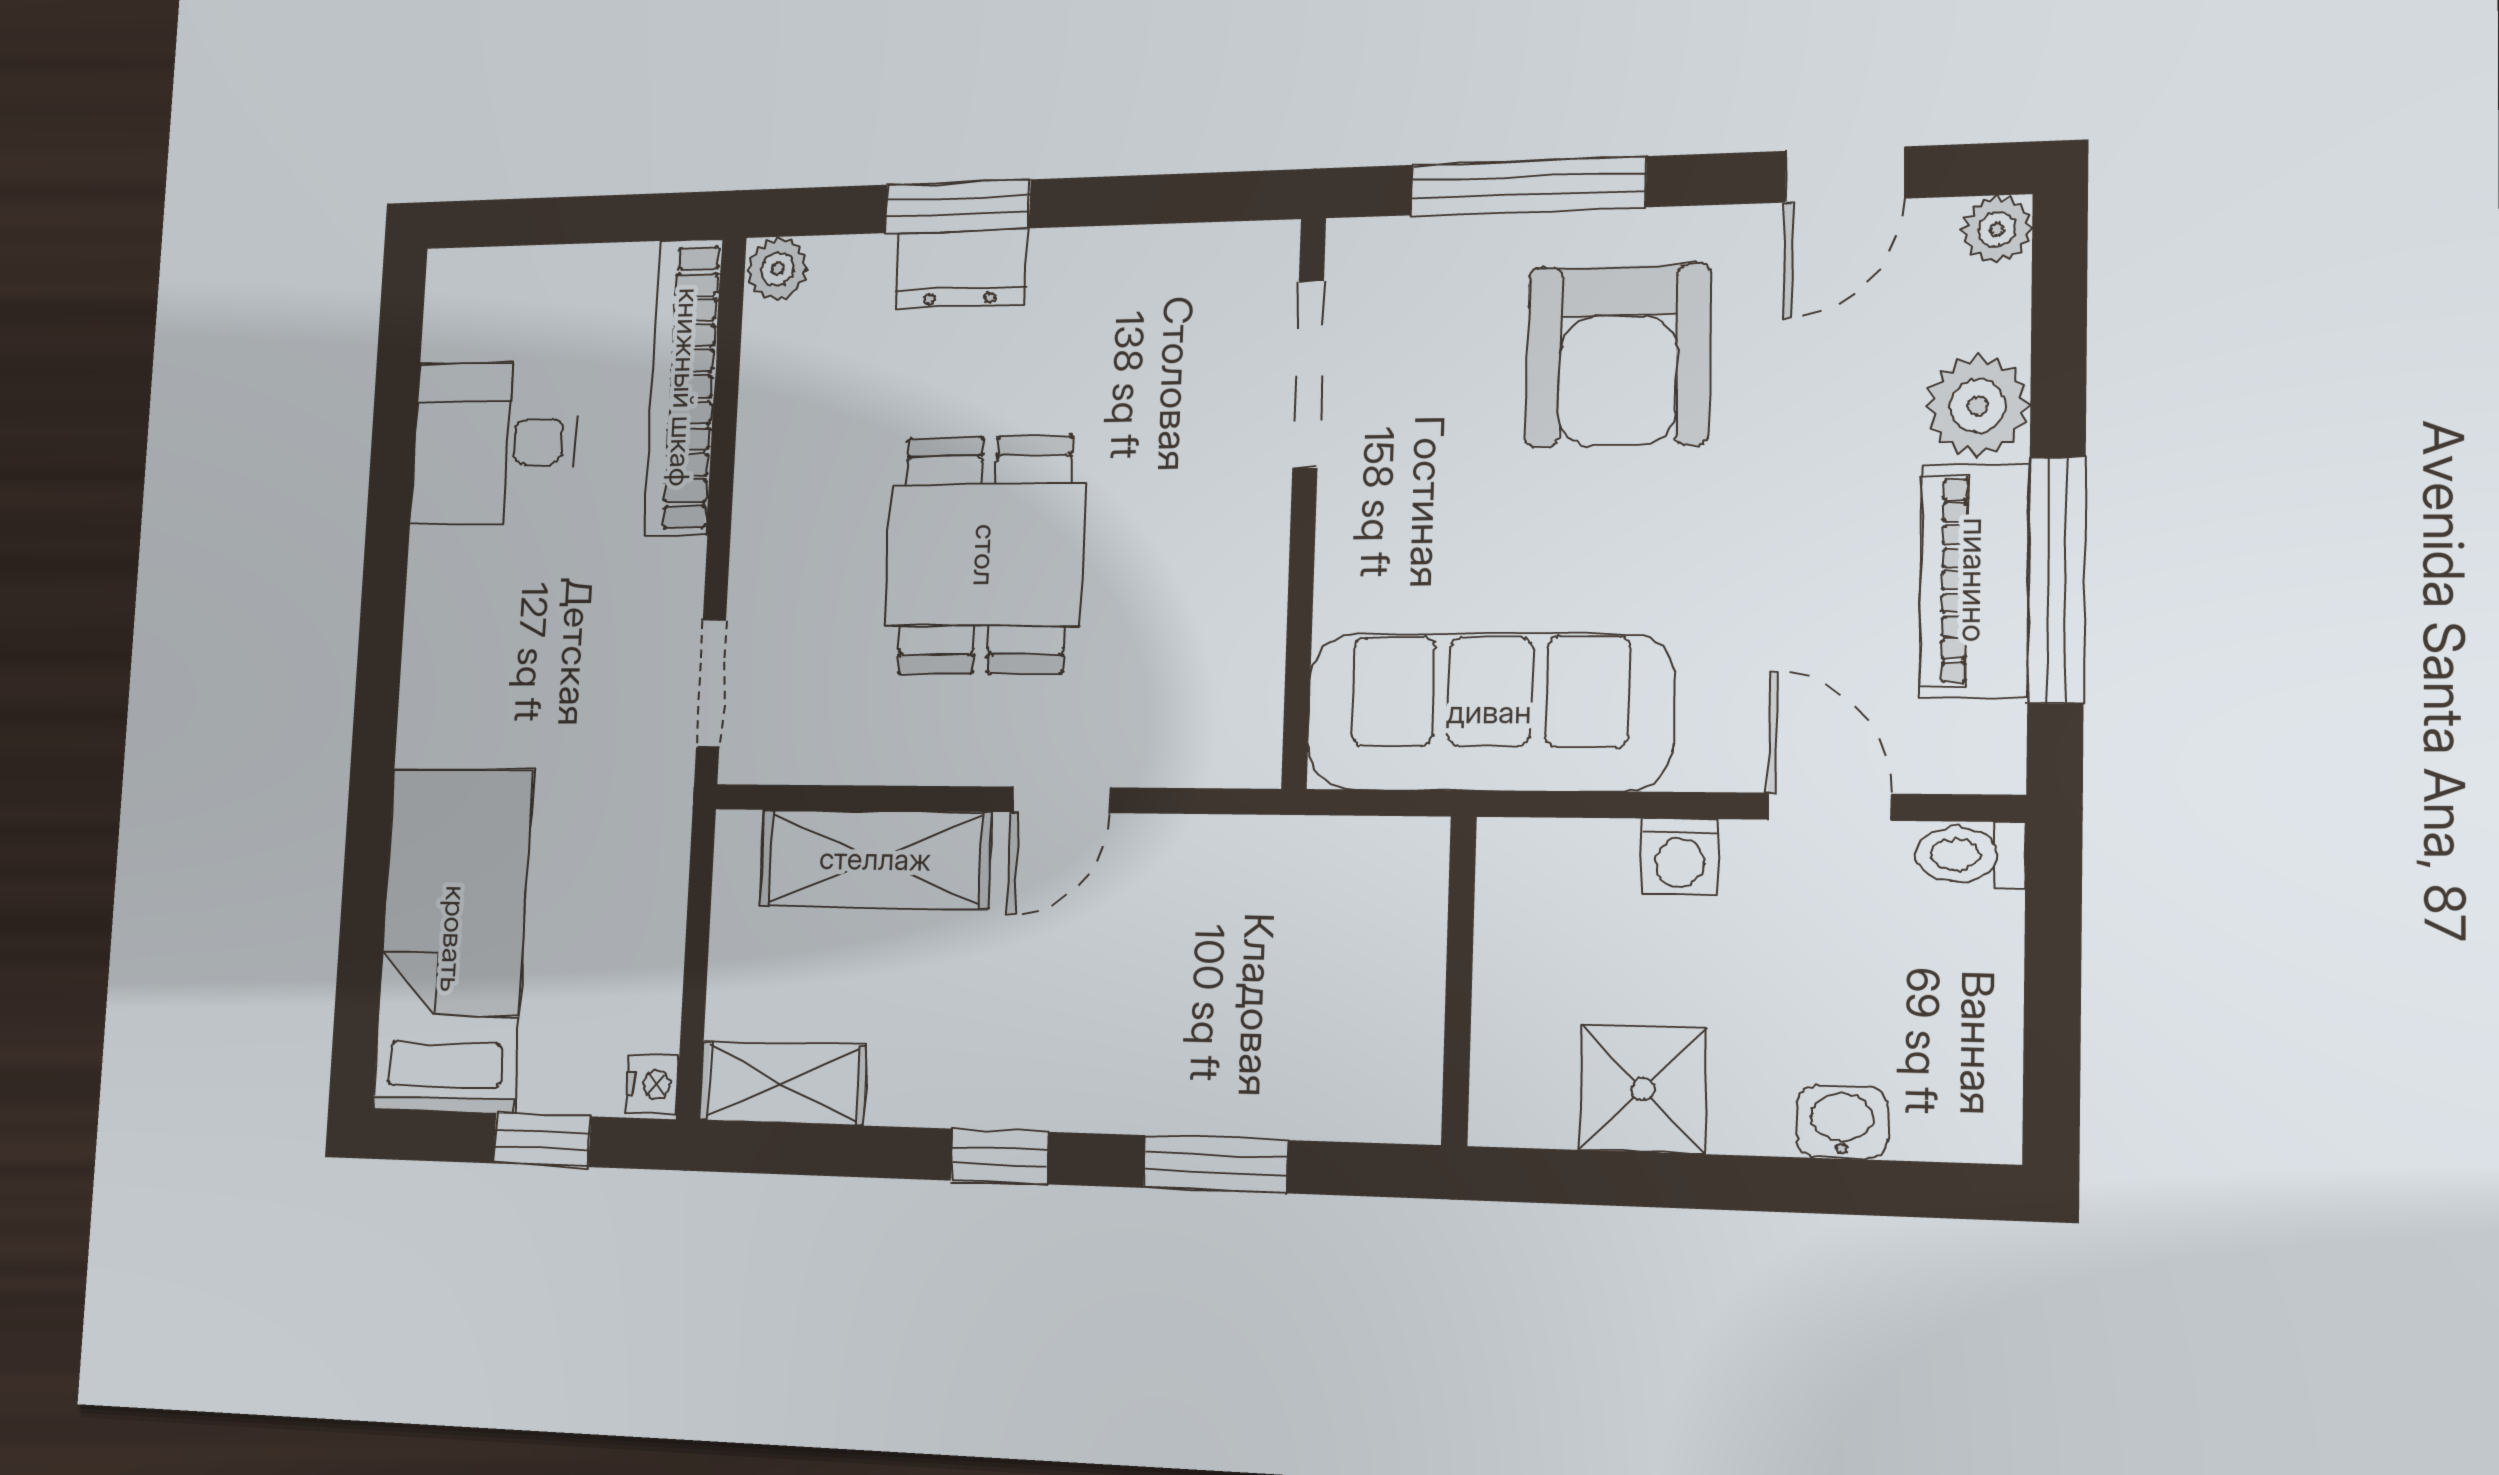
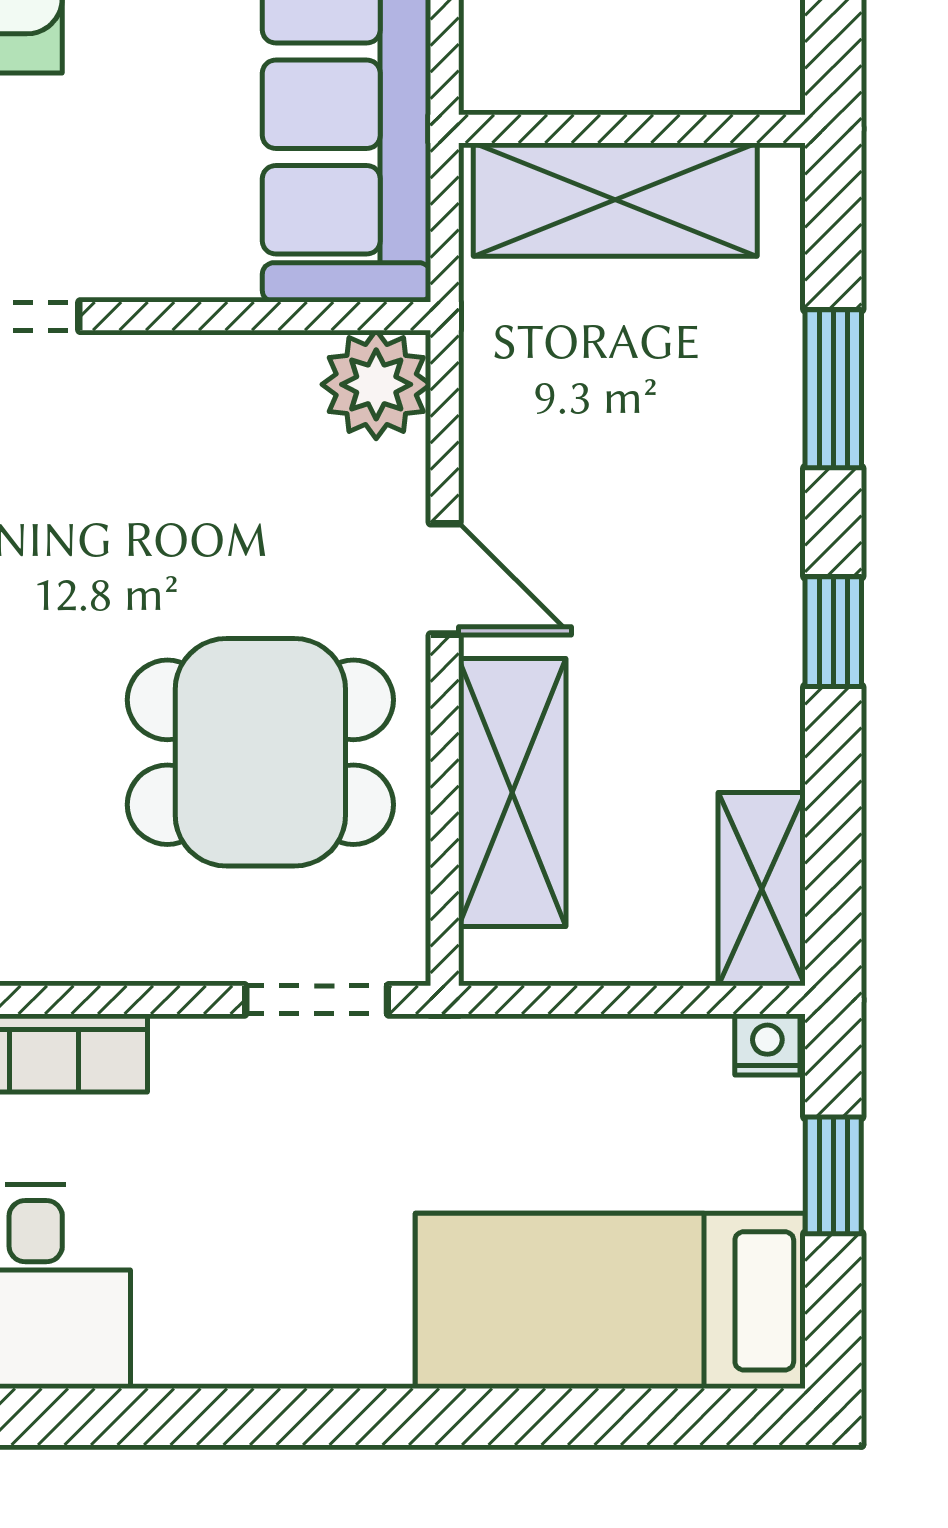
dining table: (985, 555) -> (260, 752), moved
plant: (1235, 738) -> (376, 384), added
shelving: (1394, 963) -> (615, 200), added

